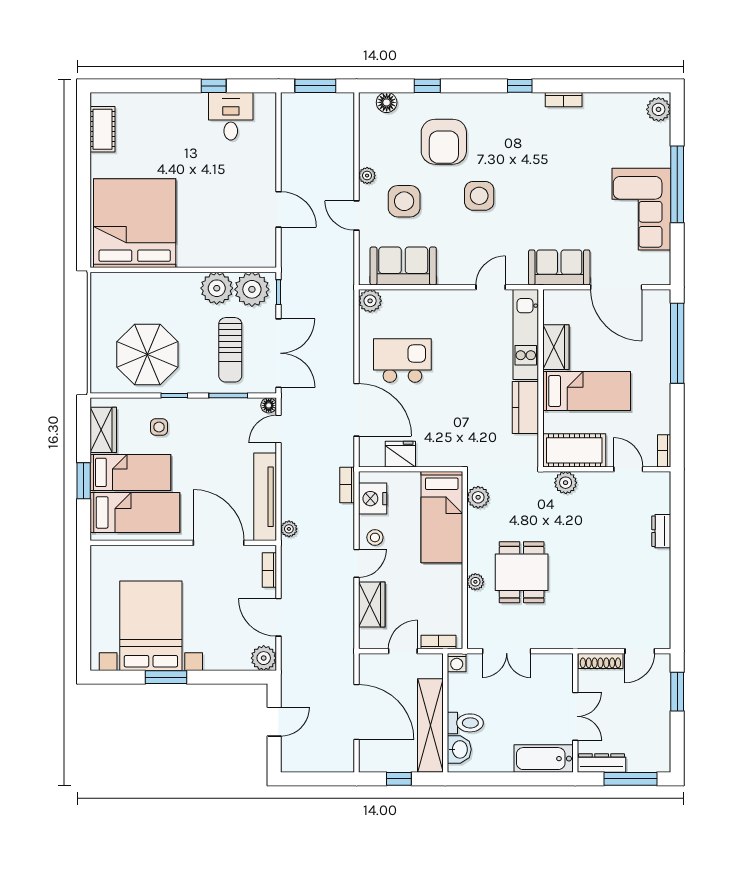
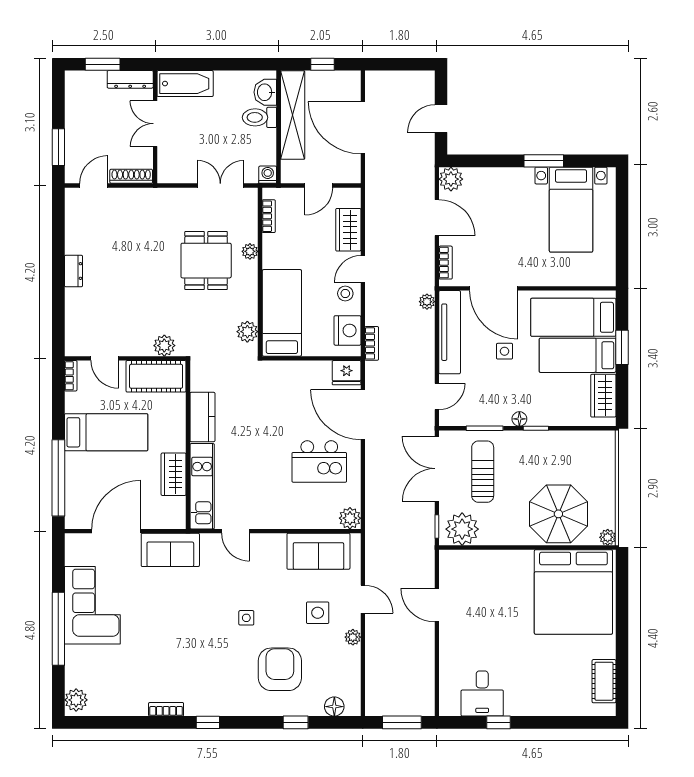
side table: (479, 196) -> (246, 618), width x0.54, depth x0.54
side table: (404, 201) -> (318, 613), width x0.73, depth x0.73
door: (491, 287) -> (235, 531), hinge flipped
door: (616, 287) -> (116, 531), hinge flipped
plant: (217, 288) -> (608, 537), moved, width x0.53, depth x0.53
parasol: (147, 354) -> (558, 514), moved
bed: (587, 391) -> (106, 432), moved, turned 180
floor lamp: (269, 405) -> (519, 419), moved
side table: (159, 427) -> (505, 351), moved
fridge: (400, 454) -> (347, 373), moved
dresser: (661, 531) -> (73, 271), moved
bed with nightstands: (151, 626) -> (571, 210), width x0.73
bookcase: (439, 642) -> (269, 216), moved, turned -90
window: (630, 779) -> (103, 64), width x0.69

